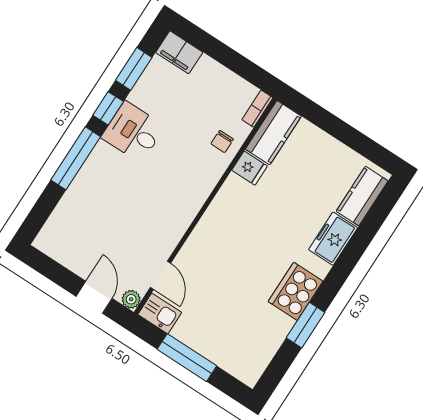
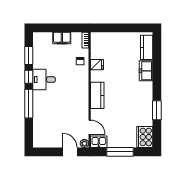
filing cabinet: (179, 52) -> (62, 38), moved
kitchen counter: (273, 133) -> (97, 95), moved
cooker: (296, 291) -> (145, 137), moved

